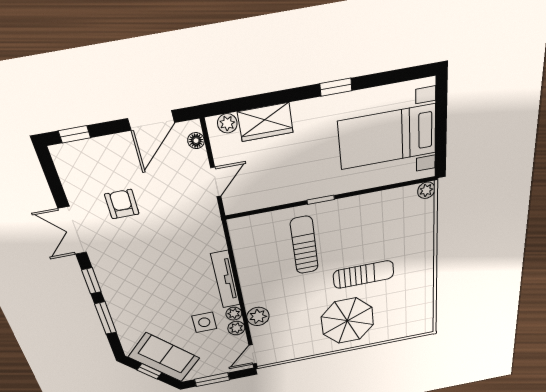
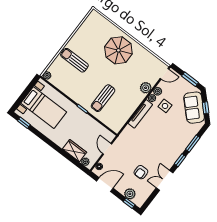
window: (336, 87) -> (24, 123), moved
plant: (94, 151) -> (130, 194), added
door: (216, 182) -> (107, 149), hinge flipped
double door: (73, 231) -> (164, 180), swing flipped
sun lounger: (363, 275) -> (74, 60), moved

